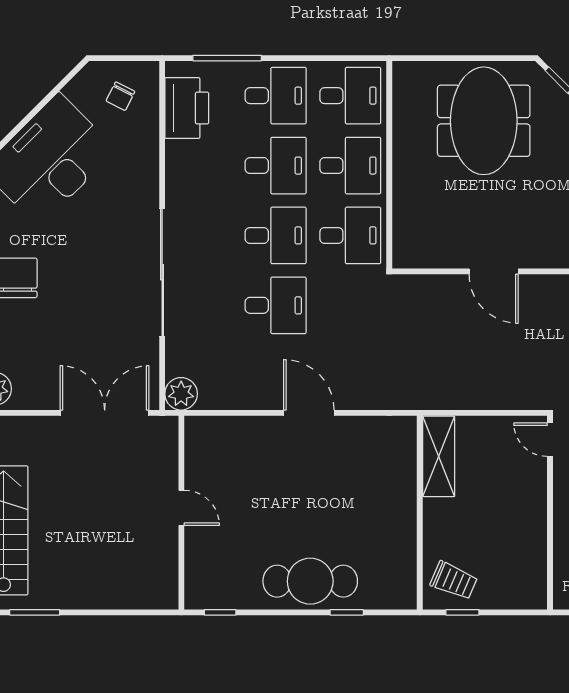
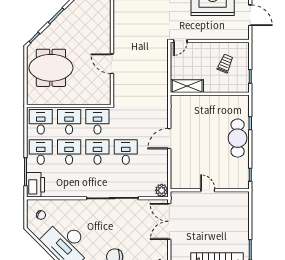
printer: (187, 108) -> (36, 185), moved, turned 90
door: (494, 271) -> (112, 64), swing flipped
door: (181, 508) -> (208, 190), hinge flipped
trolley: (454, 581) -> (225, 63), moved

